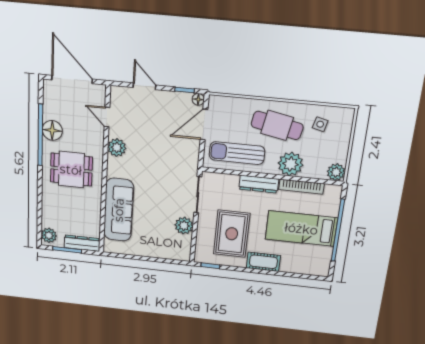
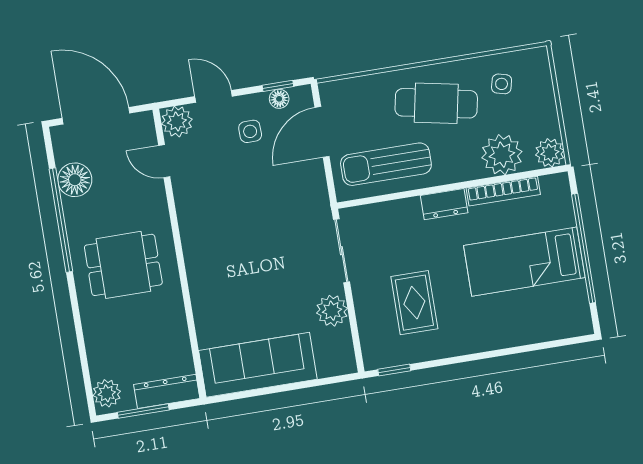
floor lamp: (198, 99) -> (279, 99), moved
side table: (161, 113) -> (250, 131), added
floor lamp: (52, 130) -> (75, 180), moved
plant: (117, 148) -> (177, 122), moved
plant: (291, 164) -> (502, 155), moved
dresser: (259, 184) -> (444, 204), width x0.70
sofa: (119, 210) -> (258, 365), moved, turned -90
rug: (232, 234) -> (414, 303), width x0.73, depth x0.70
cot: (263, 262) -> (480, 337), removed

